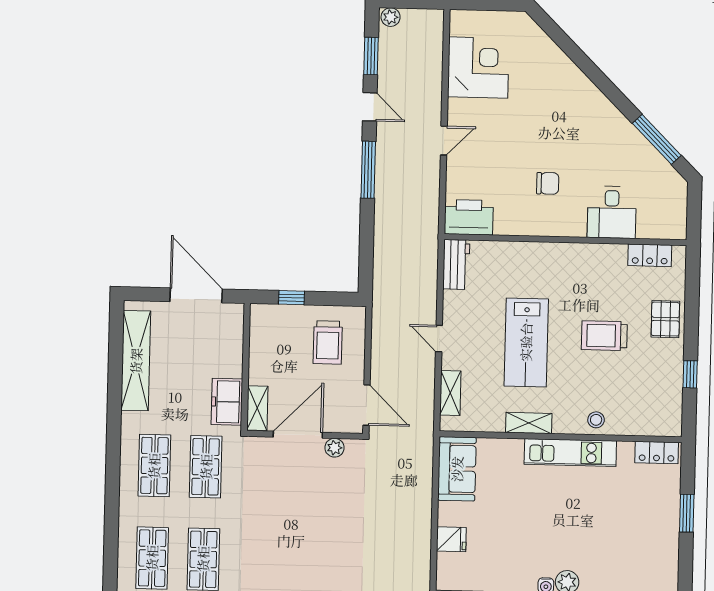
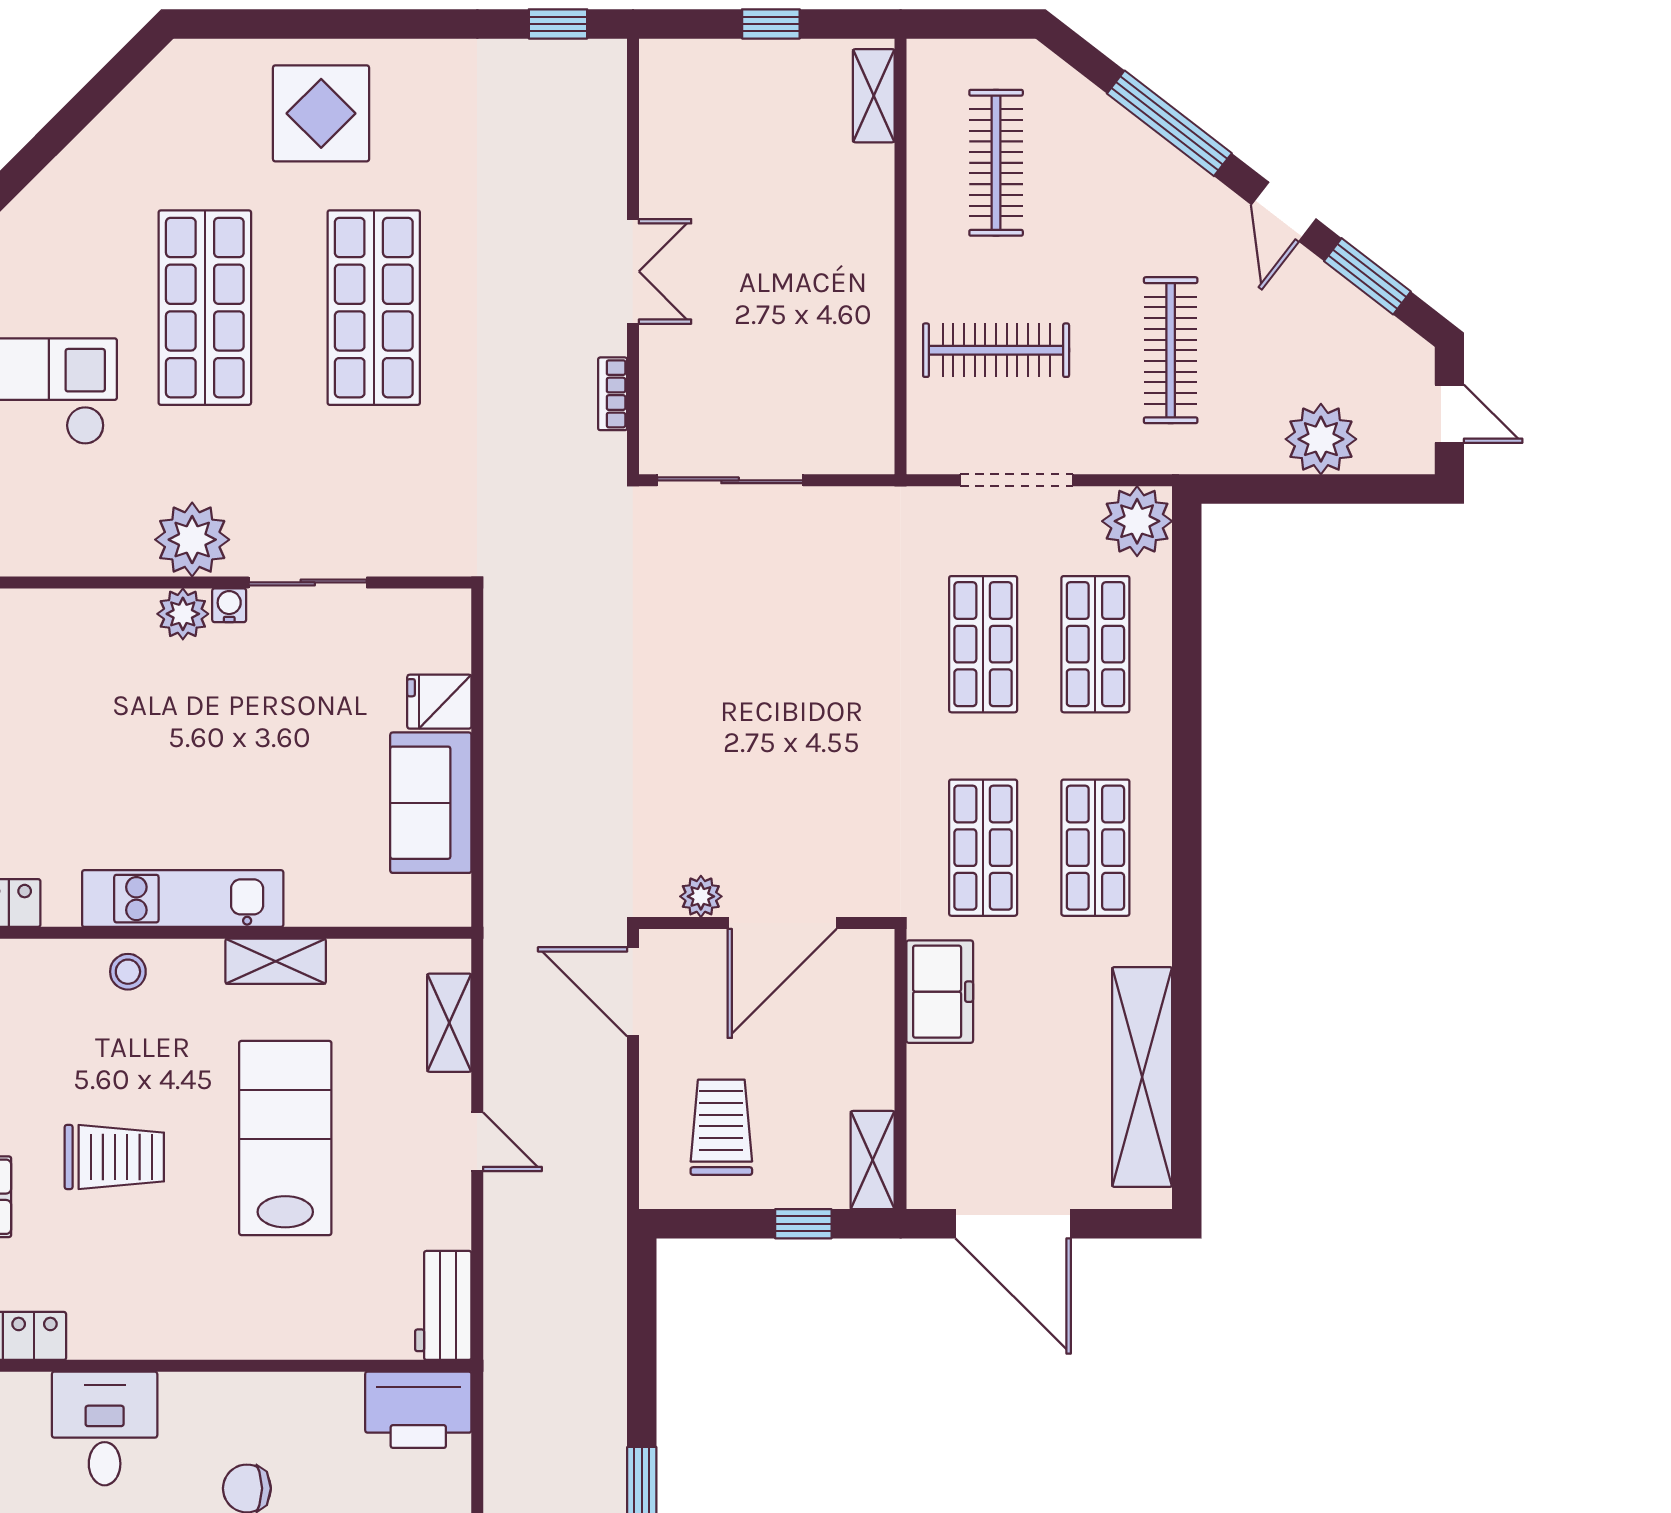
shelving: (257, 408) -> (873, 1160), moved
sofa: (457, 469) -> (431, 803), moved

